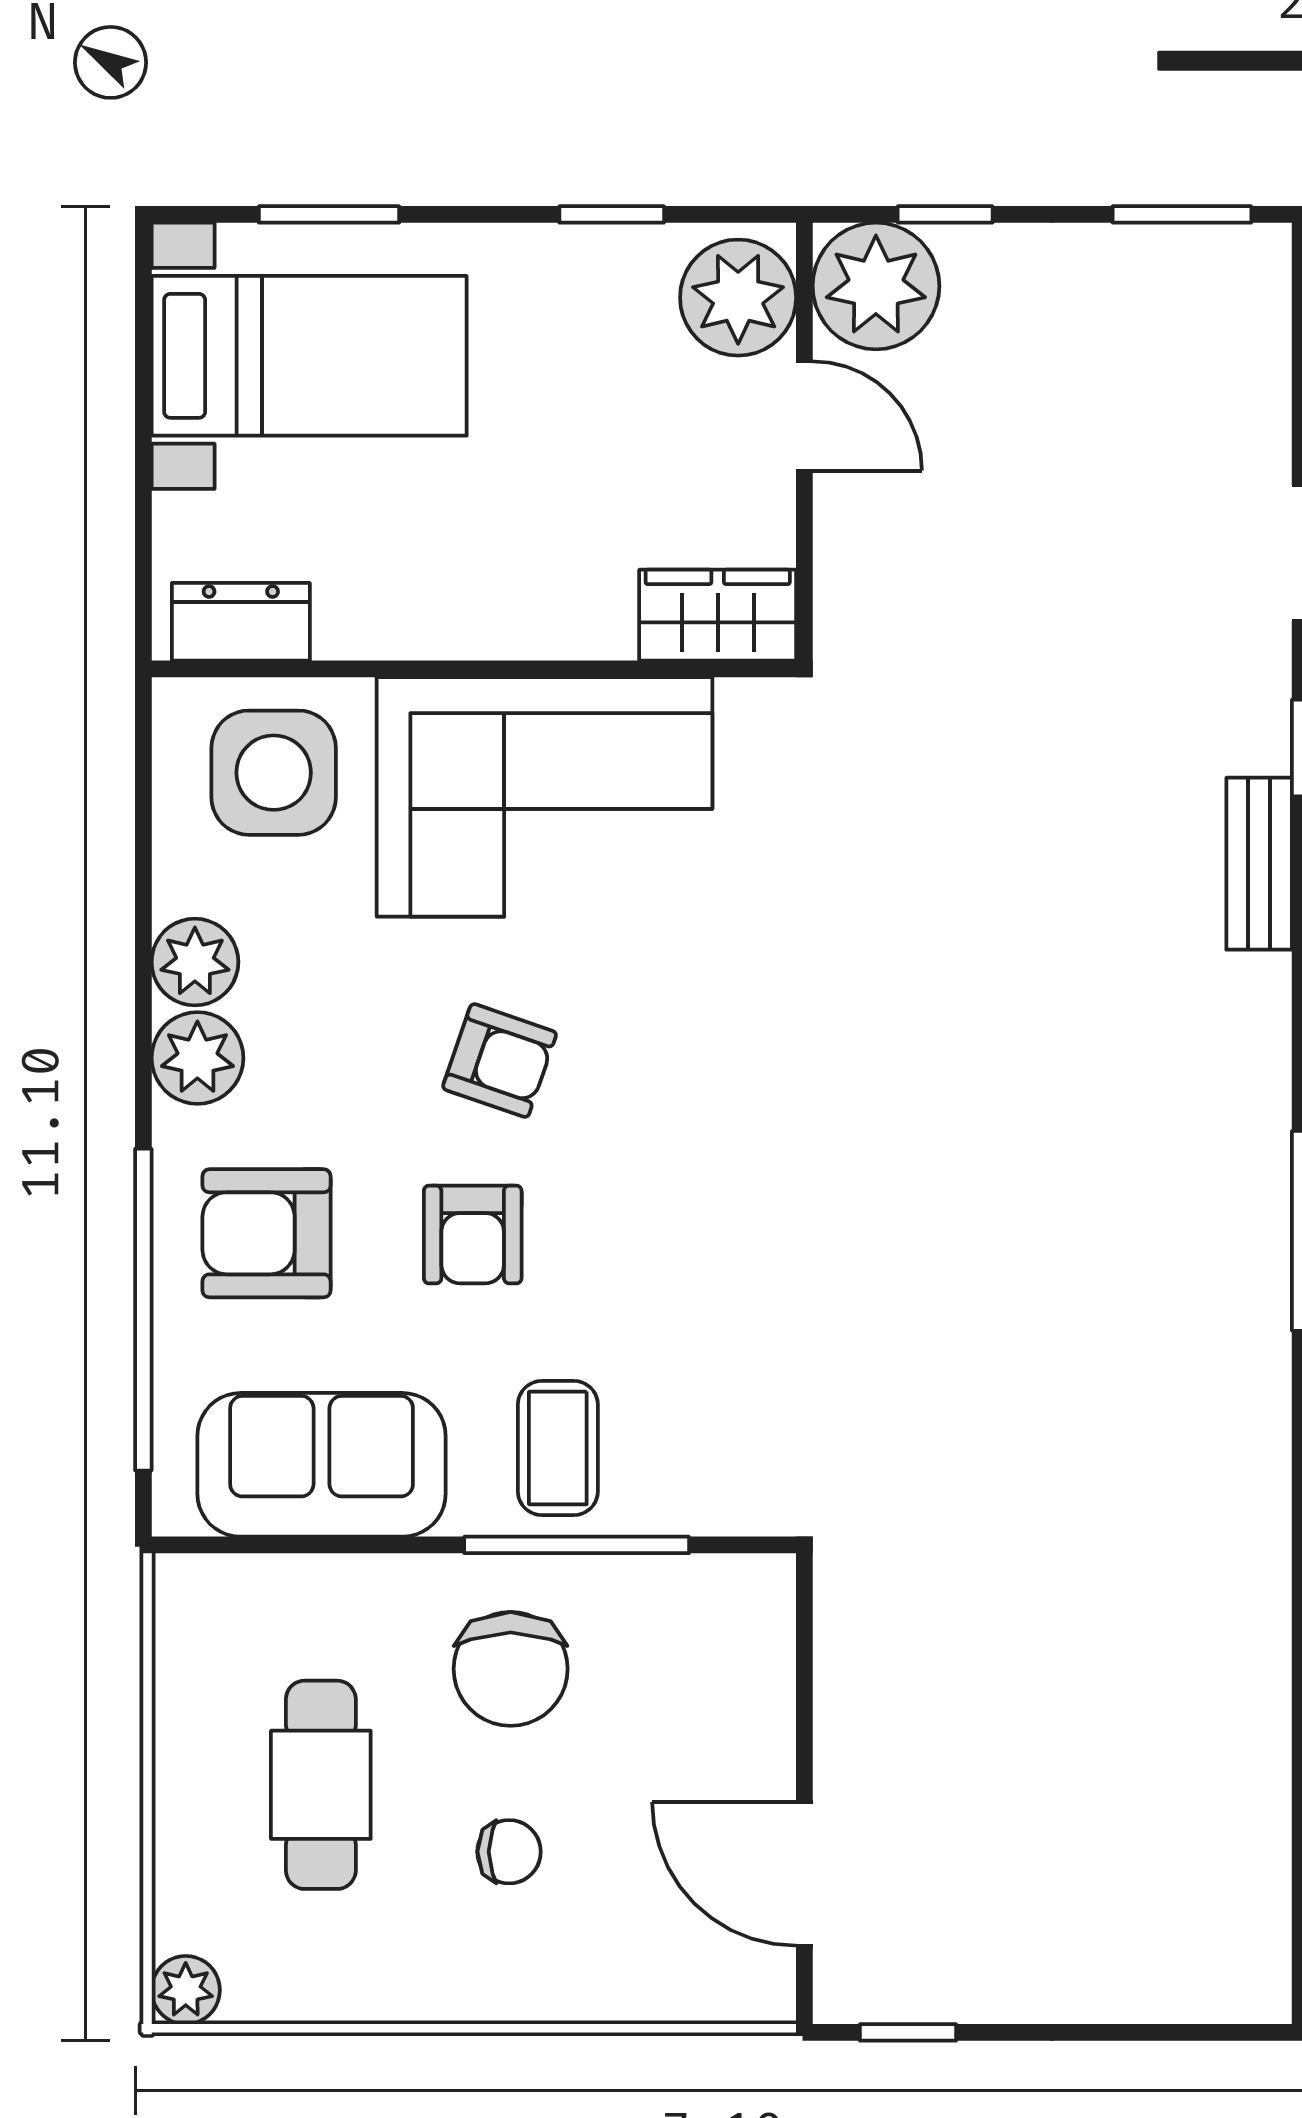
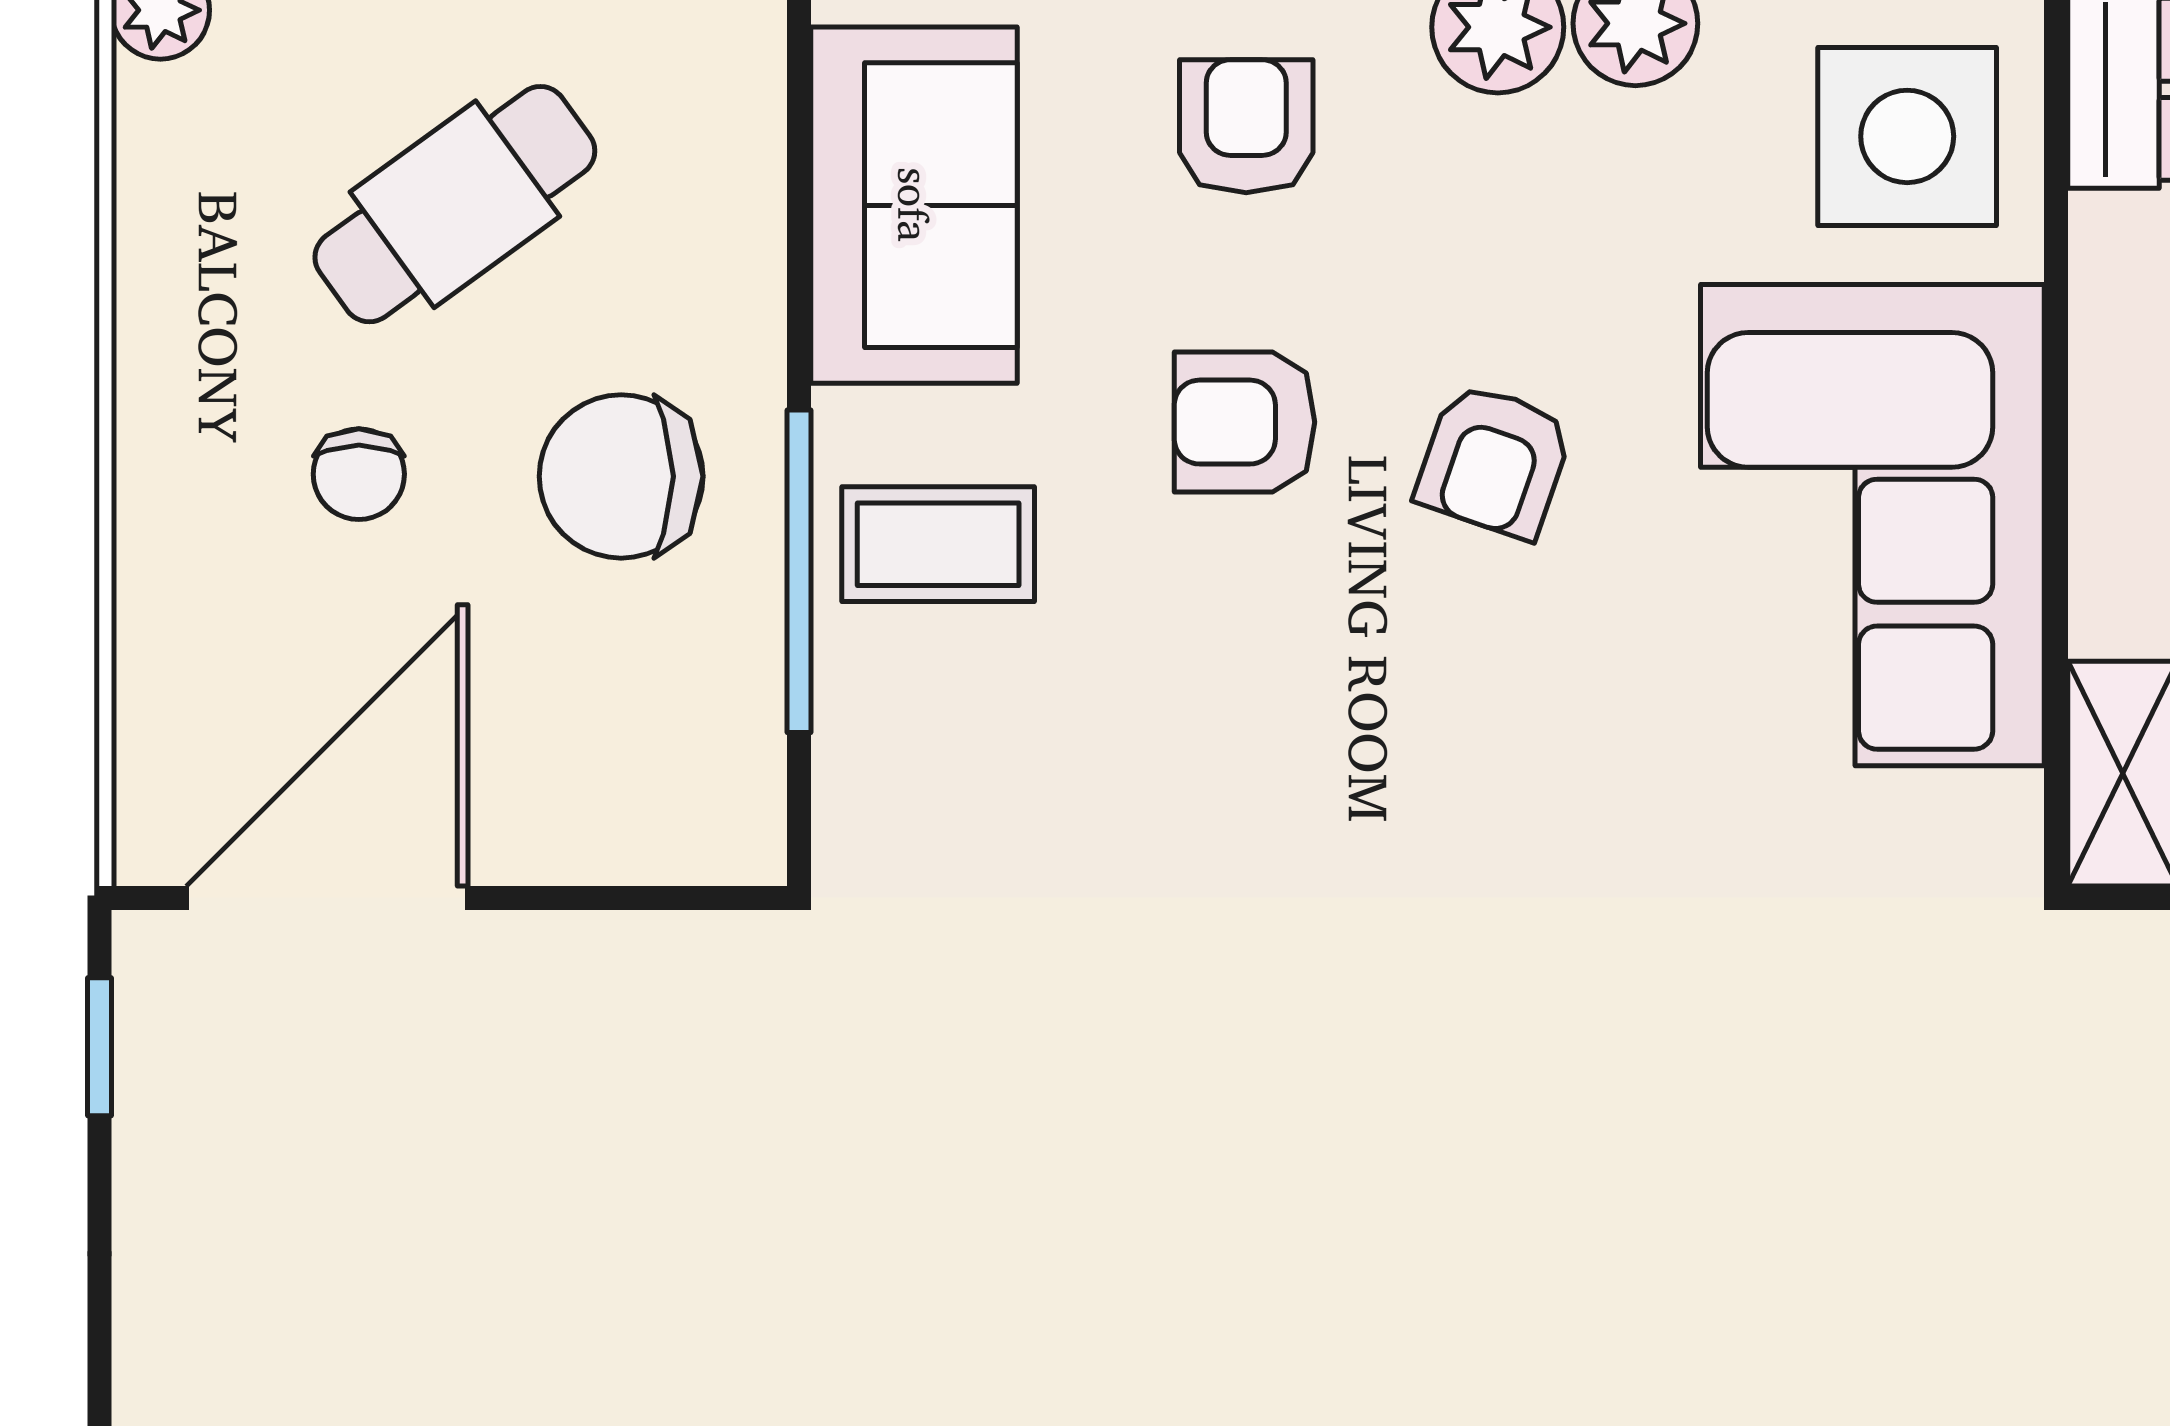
armchair: (267, 1233) -> (1246, 126), width x0.72, depth x0.72
cafe table: (321, 1785) -> (455, 204), turned -36
door: (804, 1874) -> (327, 898), width x1.36

